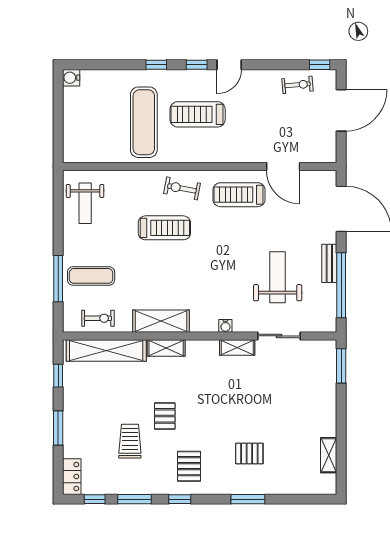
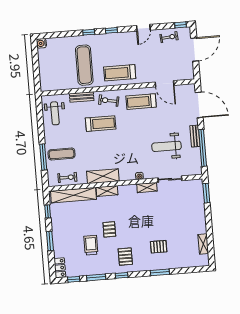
door: (229, 65) -> (143, 28), moved
treadmill: (198, 114) -> (120, 73), moved
bench: (135, 178) -> (82, 97), added
weight bench: (278, 277) -> (167, 146), turned -90

